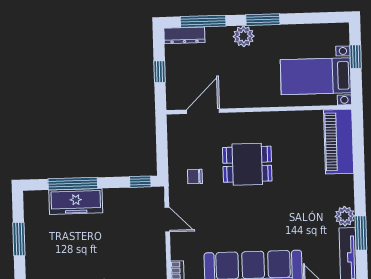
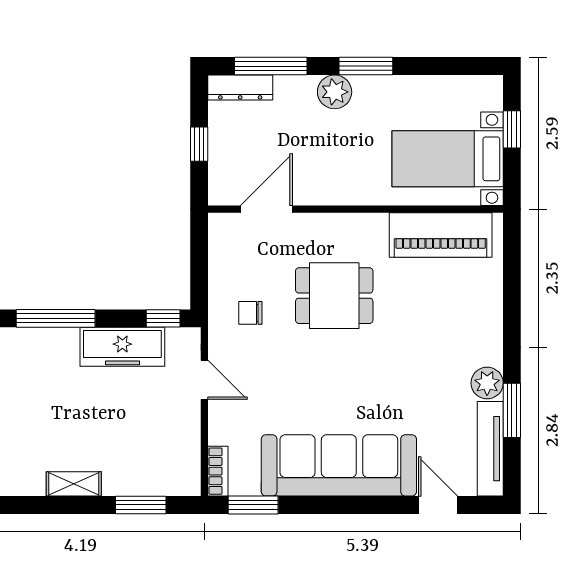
piano: (339, 142) -> (441, 235), moved, turned -90
freezer: (76, 201) -> (122, 347), moved

